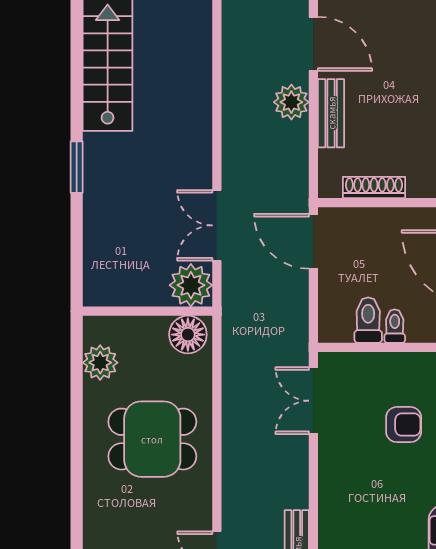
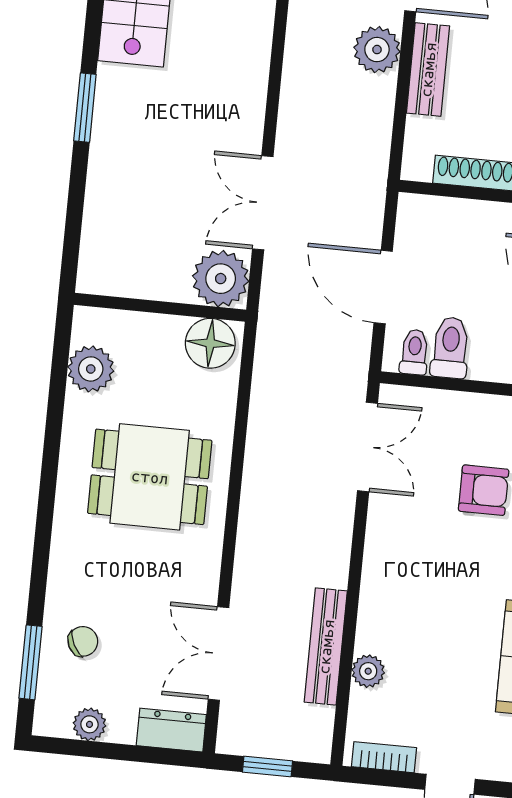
door: (313, 241) -> (383, 287), moved
toilet: (395, 326) -> (414, 352), moved
double door: (313, 401) -> (368, 447), swing flipped

